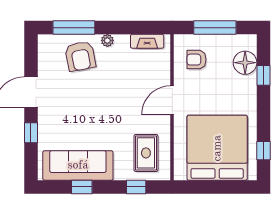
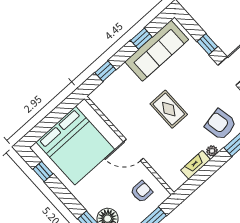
fireplace: (147, 41) -> (196, 165), moved
door: (172, 100) -> (133, 150), swing flipped
rug: (146, 153) -> (169, 109), moved

